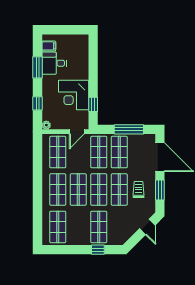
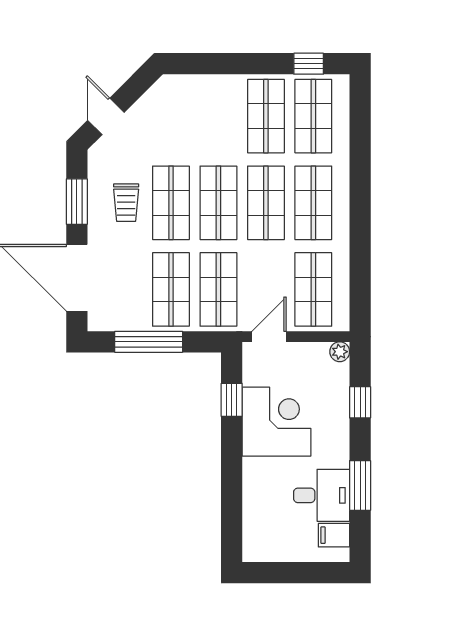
shop shelf: (99, 227) -> (266, 116), moved
window: (98, 250) -> (309, 64), moved

